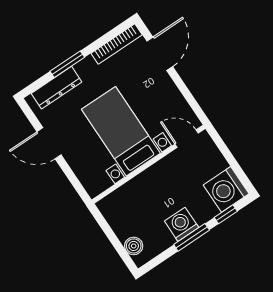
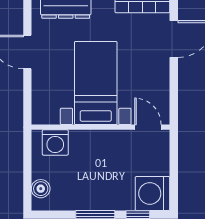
washing machine: (182, 224) -> (55, 142), moved, turned 180

